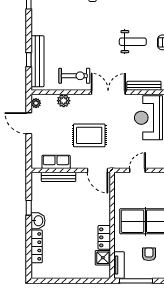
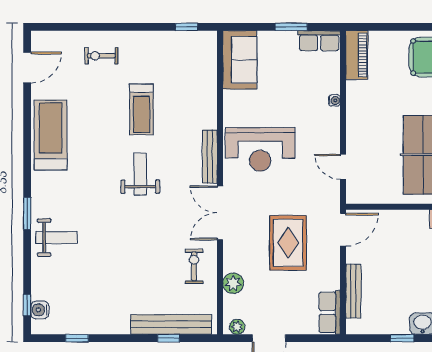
exercise bike: (74, 76) -> (194, 266), width x0.73, depth x0.72
row of seats: (56, 162) -> (330, 312), moved

